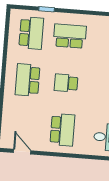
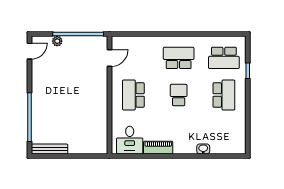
school desk: (62, 130) -> (133, 95), turned 90

